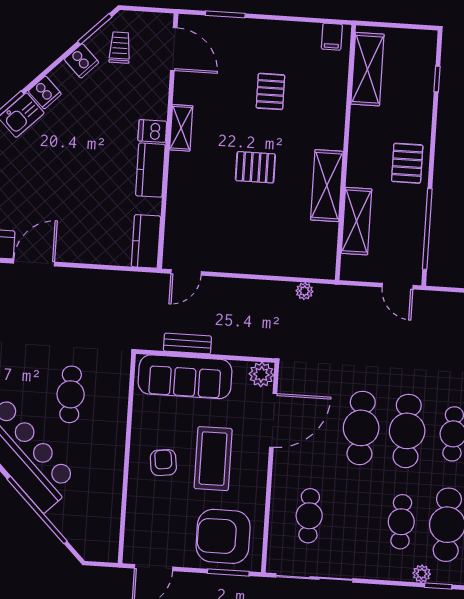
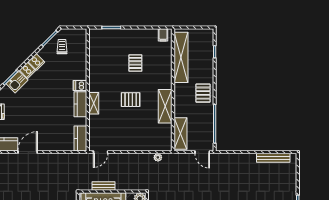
door: (174, 49) -> (88, 46), removed
cooker: (82, 61) -> (36, 62), moved
shelving: (367, 69) -> (181, 57), width x1.47
shelving: (181, 128) -> (94, 103), moved
shelving: (356, 221) -> (181, 133), moved

